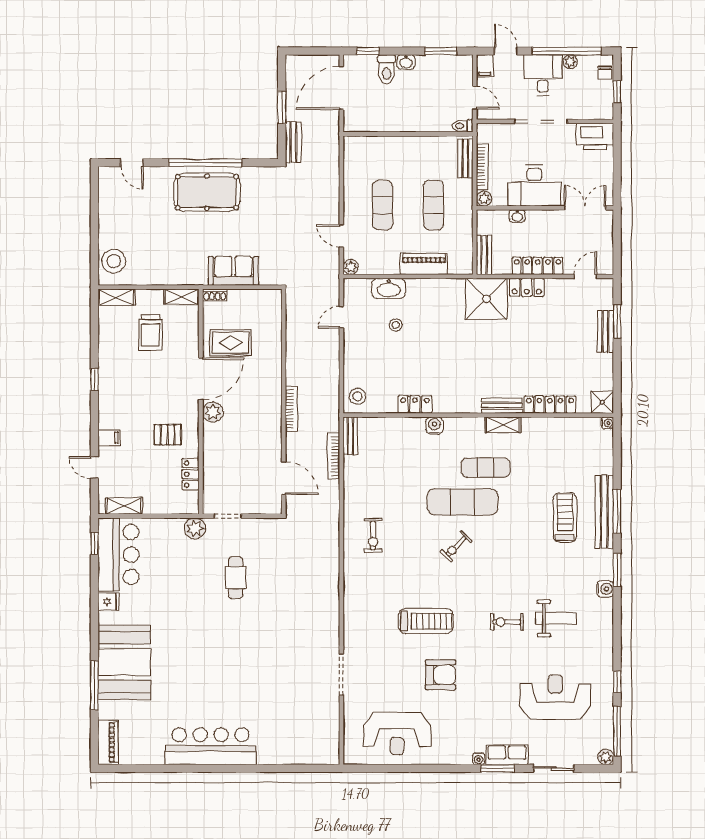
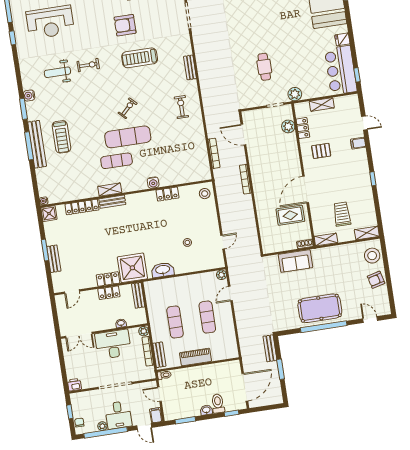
printer: (595, 136) -> (74, 385), width x0.53, depth x0.68
armchair: (113, 223) -> (376, 280), added
door: (341, 236) -> (230, 294), swing flipped
piano: (424, 264) -> (196, 357), moved, turned 180
locker: (538, 266) -> (109, 293), width x0.66
washbasin: (389, 288) -> (163, 270), moved
window: (617, 321) -> (45, 250), moved
plant: (213, 412) -> (288, 126), moved
bench: (350, 436) -> (190, 67), moved
shelving: (124, 506) -> (322, 105), moved

